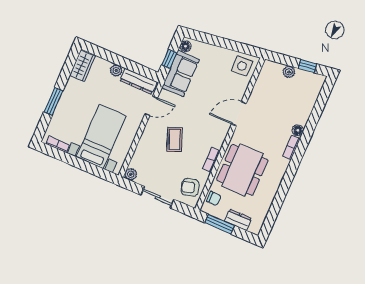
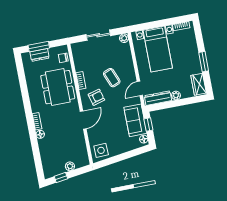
window: (53, 101) -> (204, 62), moved
armchair: (190, 187) -> (96, 97), moved
window: (220, 224) -> (39, 47), moved

